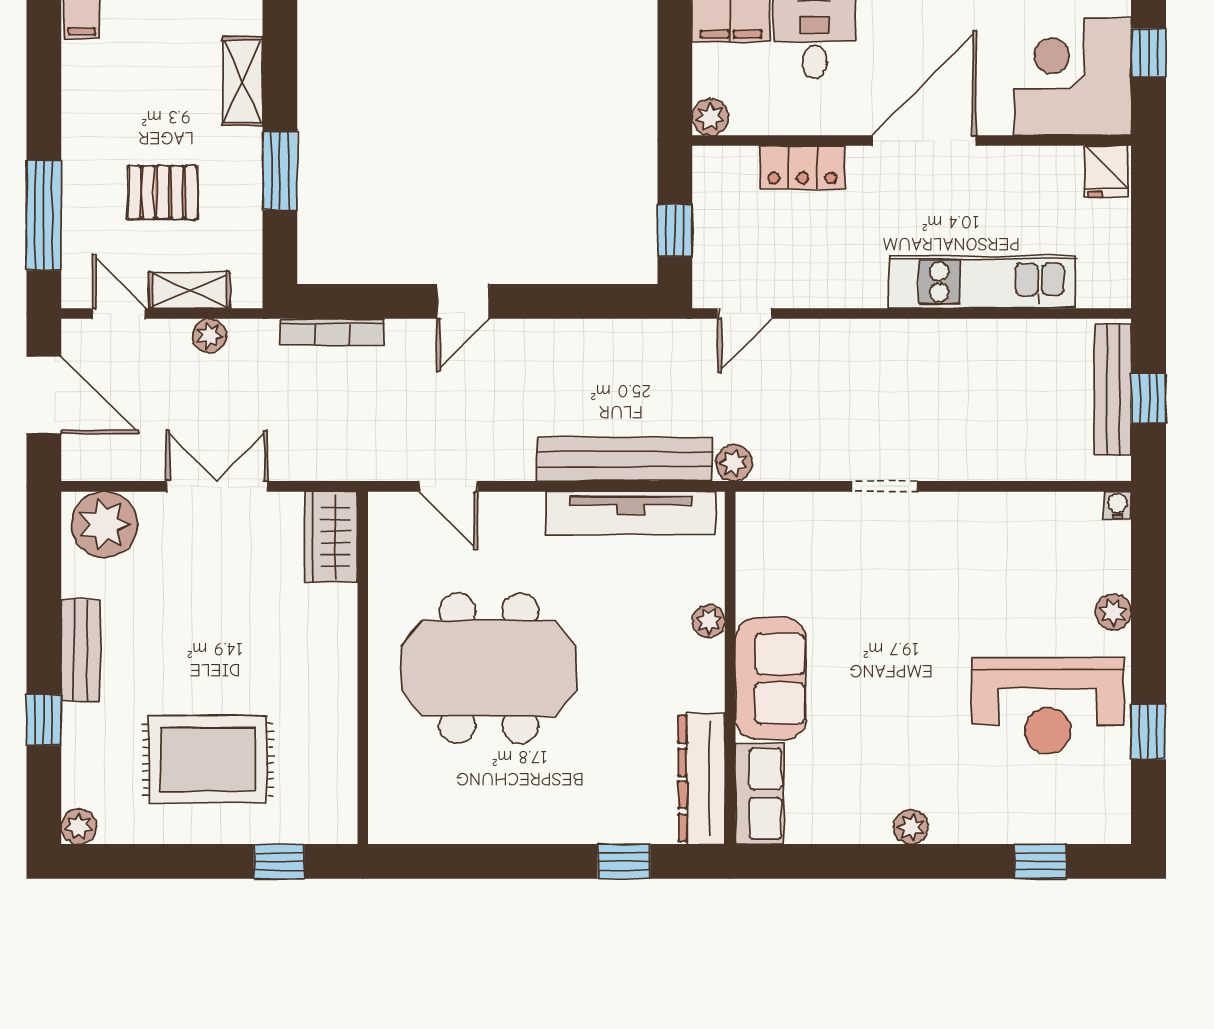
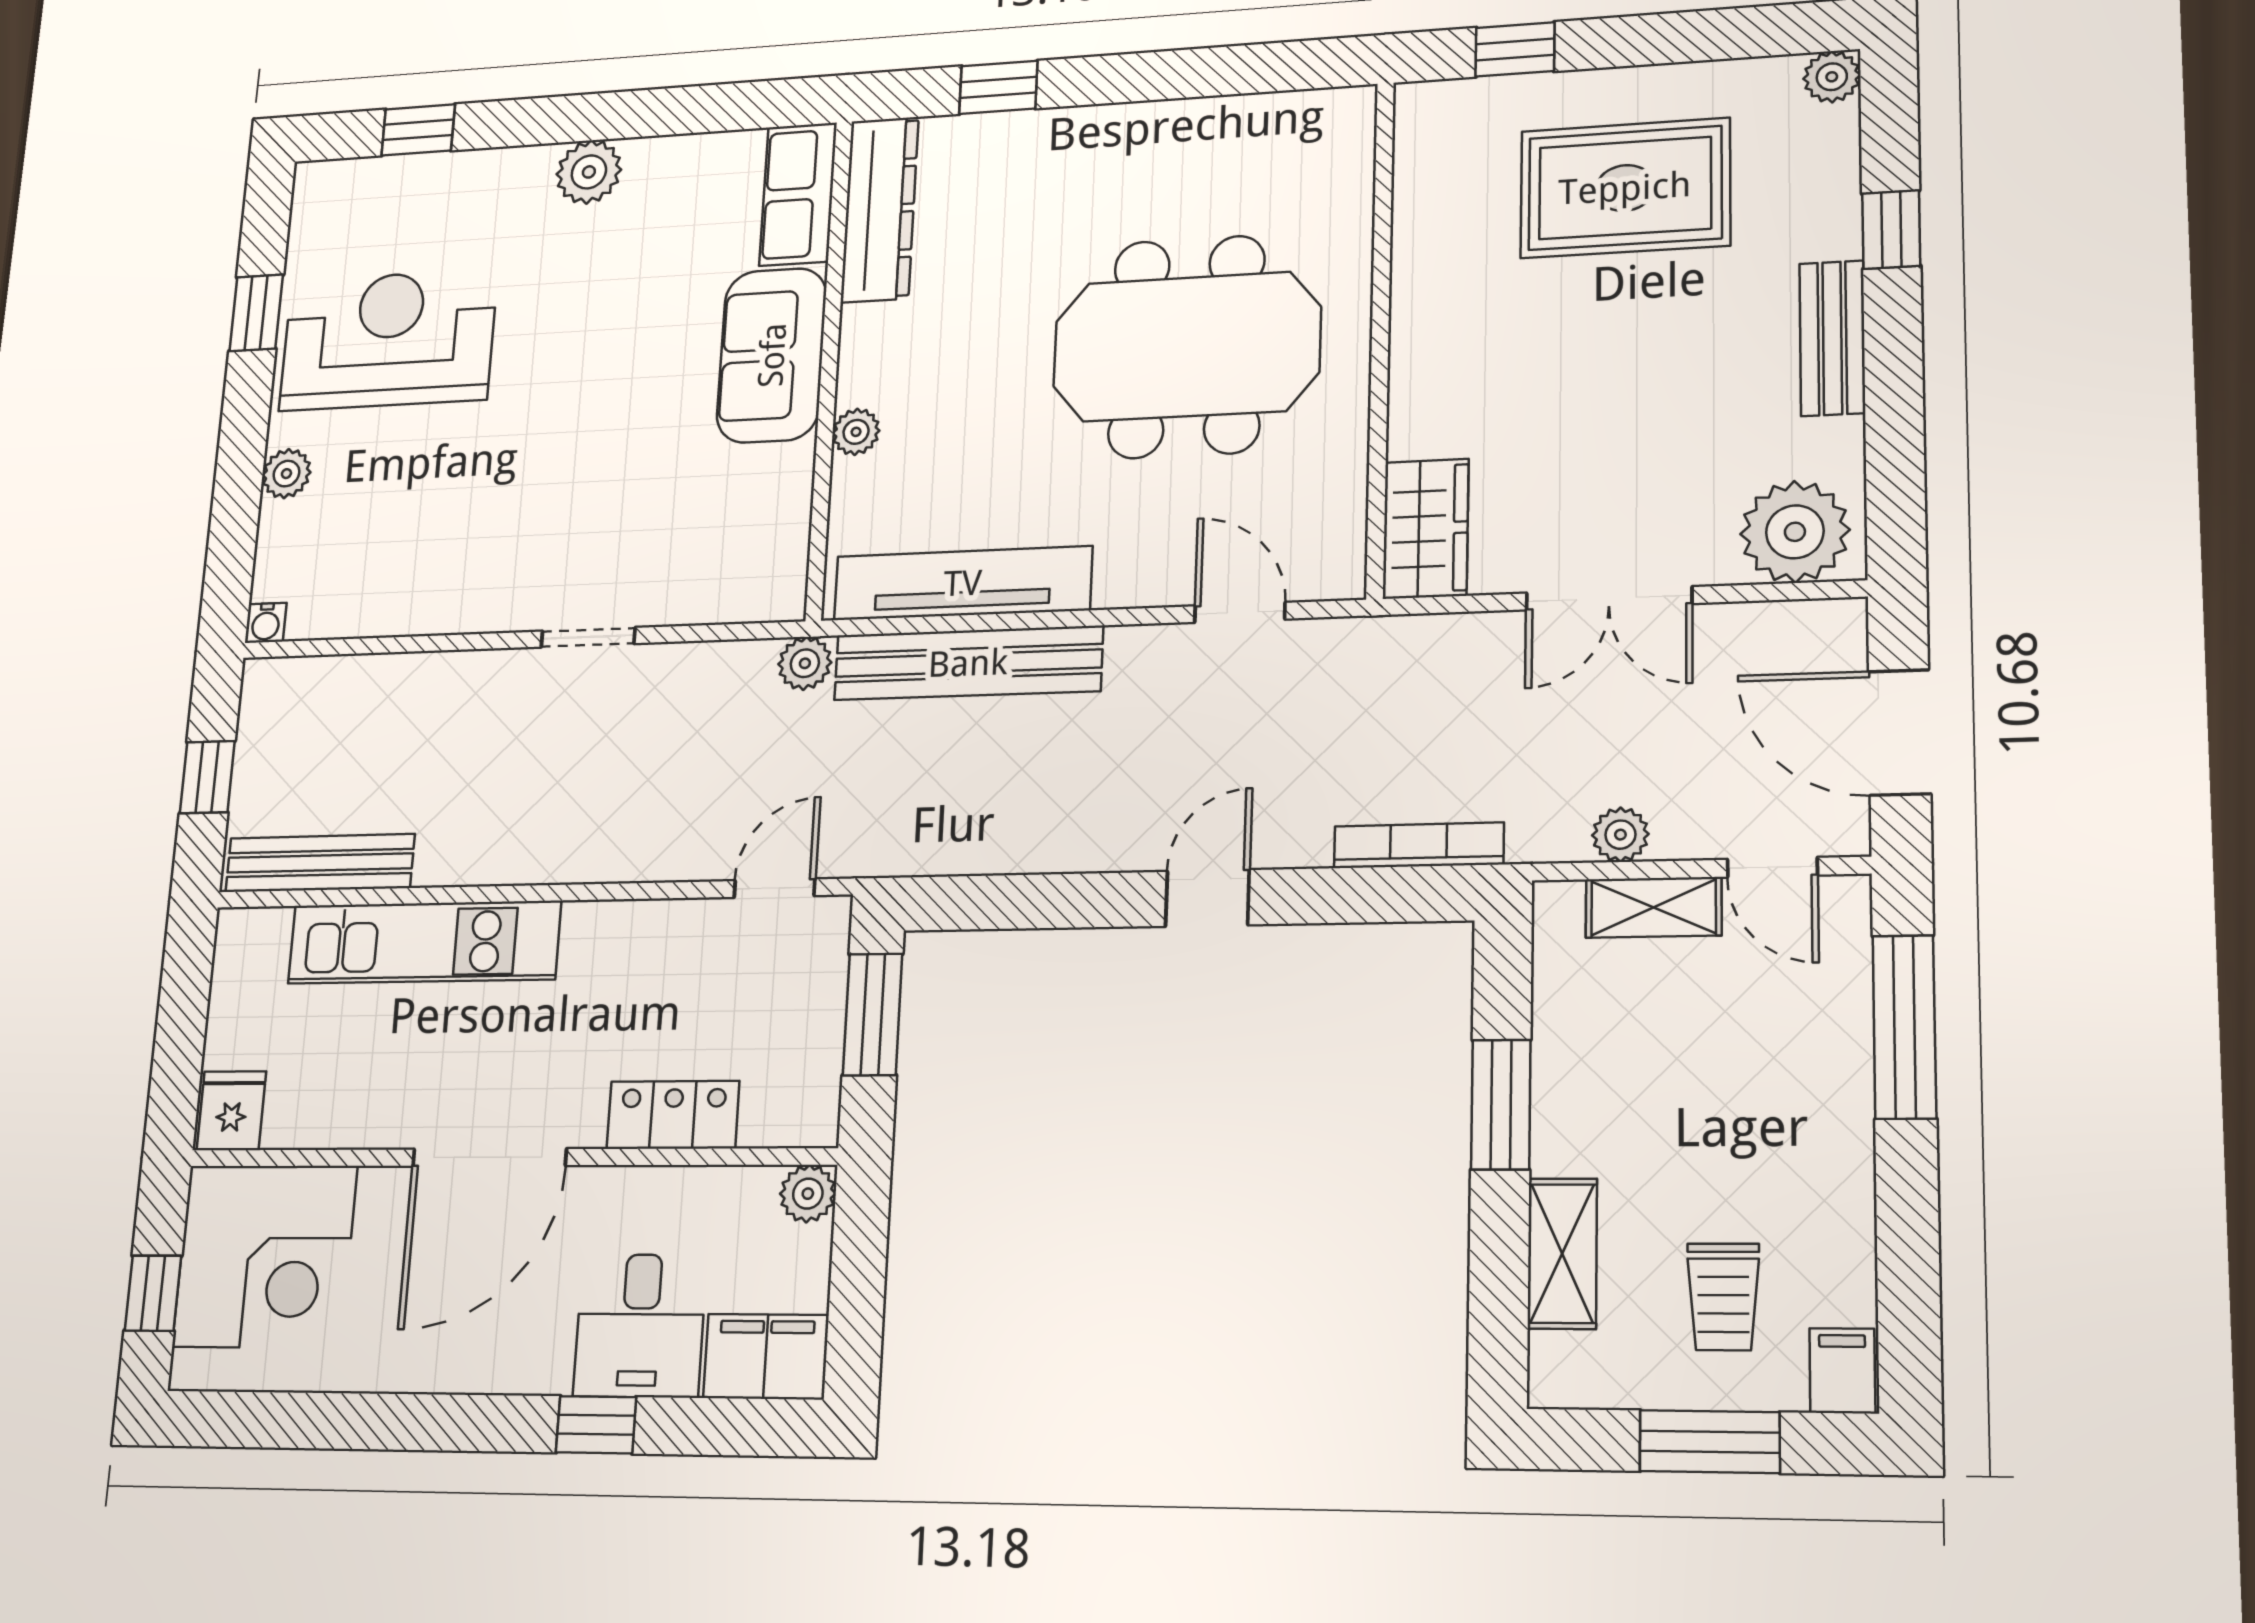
trolley: (149, 56) -> (1723, 1297), added
pallet: (163, 192) -> (1699, 1067), removed
window: (675, 230) -> (873, 1014), width x1.50
bench: (1113, 390) -> (320, 863), moved, turned 90
plant: (911, 827) -> (589, 172), width x1.38, depth x1.38

